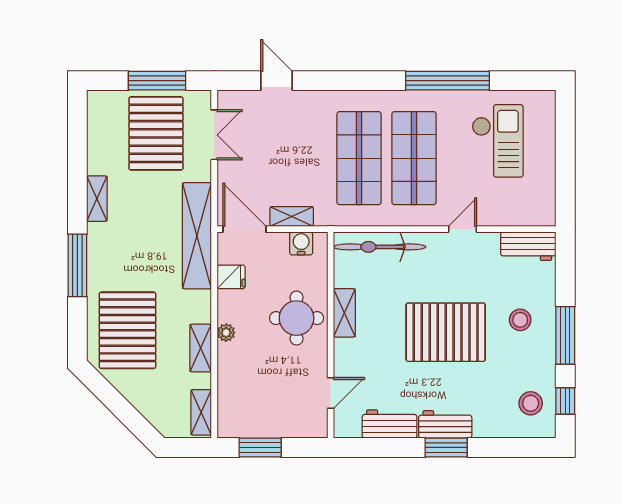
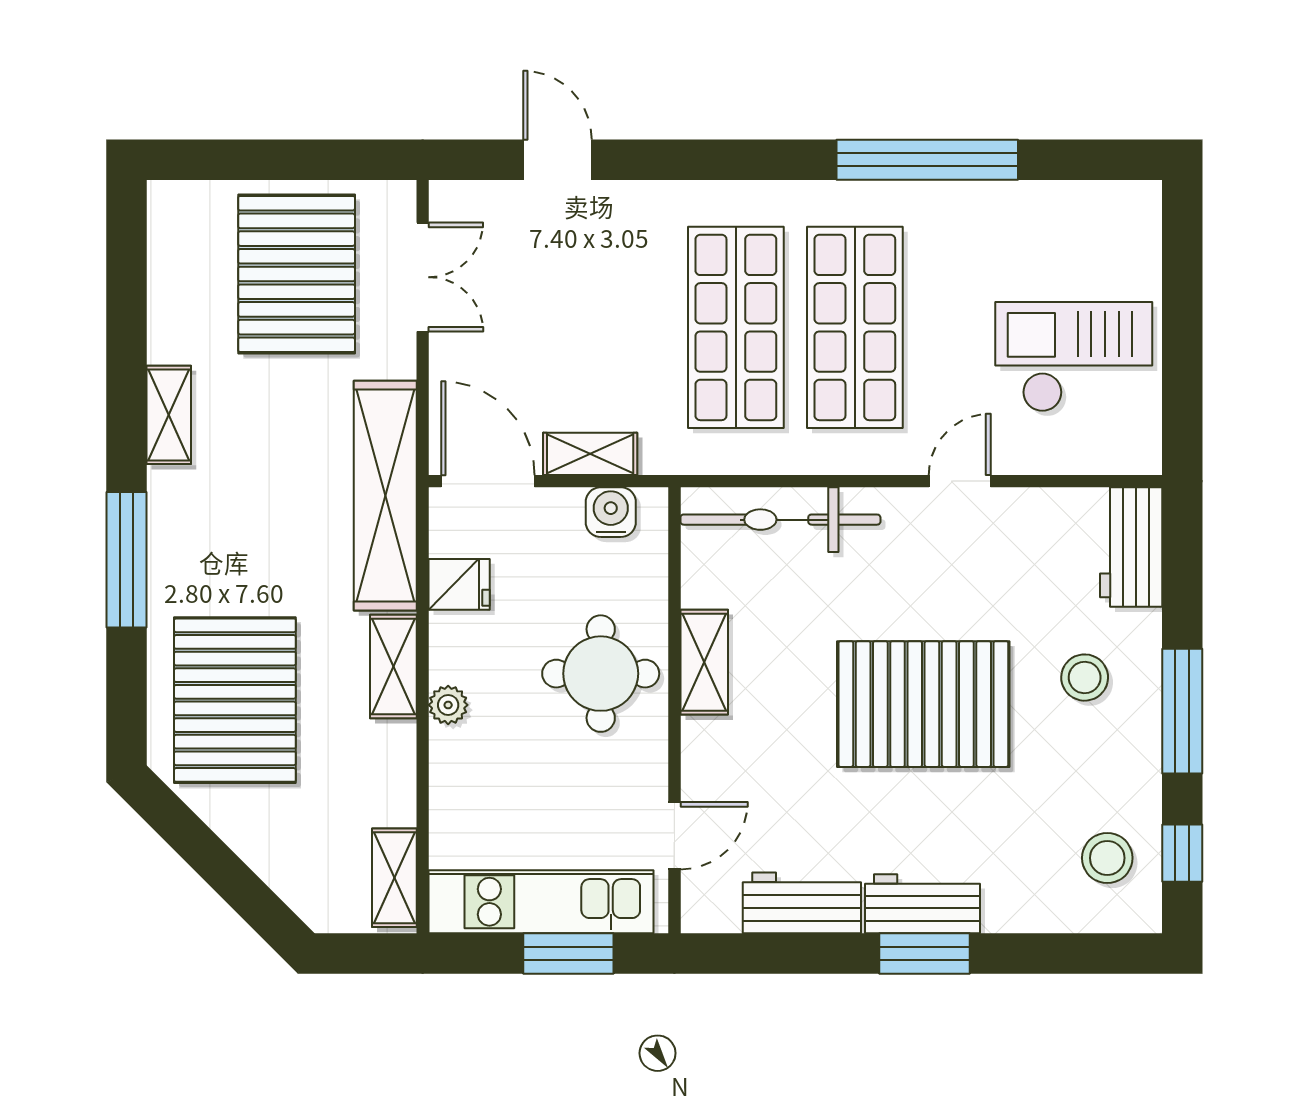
window: (157, 81) -> (299, 160), removed
checkout: (498, 141) -> (1074, 357), moved, turned -90
workbench: (528, 246) -> (1131, 547), moved, turned 90
shelving: (201, 348) -> (393, 666), moved
kitchen unit: (269, 423) -> (541, 902), added
window: (260, 447) -> (568, 954), moved

